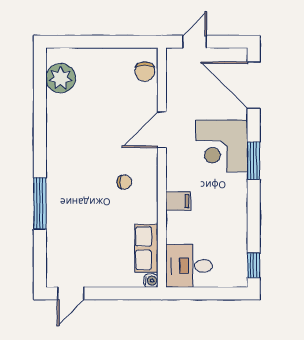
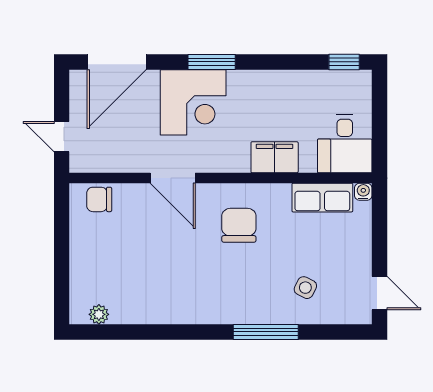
chair: (145, 72) -> (99, 199), turned 180
plant: (61, 78) -> (99, 314), width x0.53, depth x0.53
chair: (124, 182) -> (239, 225), width x1.87, depth x1.87
filing cabinet: (178, 201) -> (275, 157), width x2.00
side table: (75, 235) -> (305, 288), added

